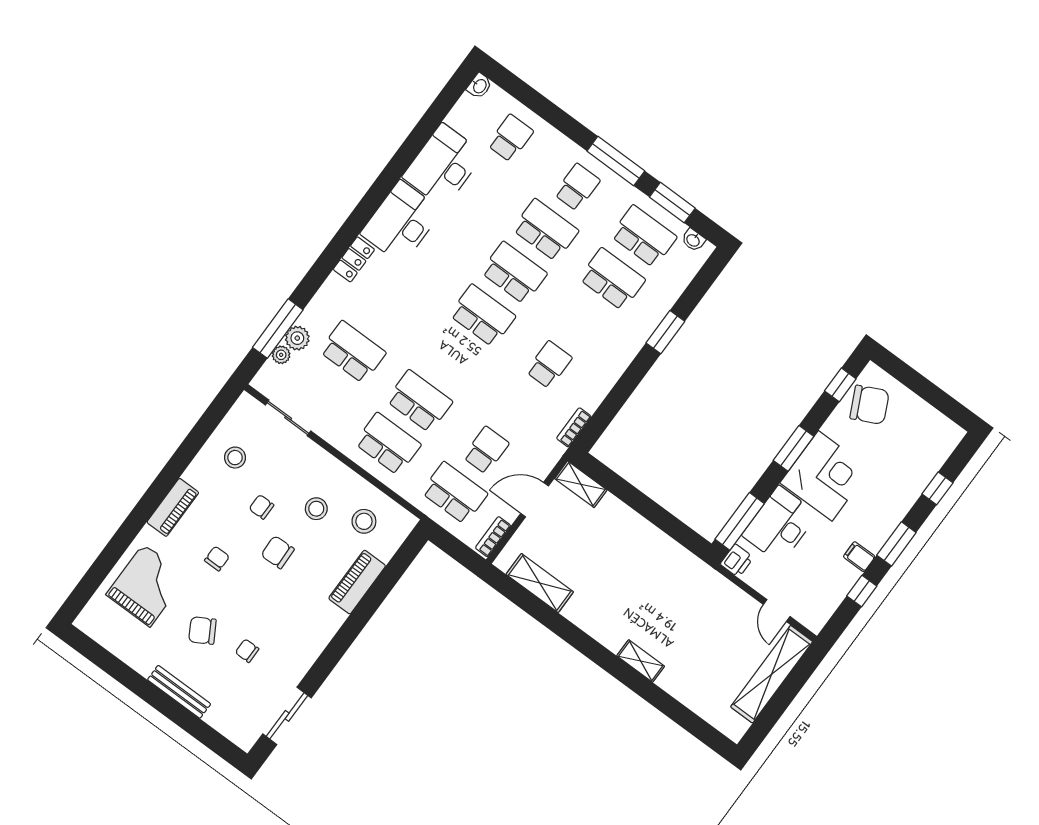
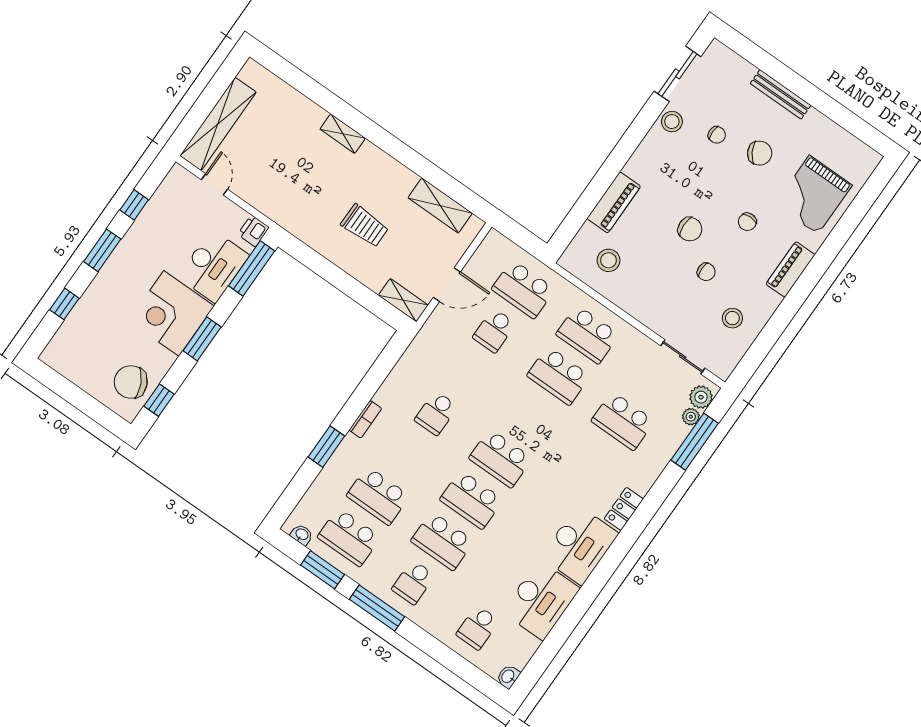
plant: (297, 338) -> (701, 397), moved
bookcase: (574, 427) -> (365, 419), moved
stool: (316, 509) -> (672, 122), moved
bookcase: (493, 537) -> (486, 249), removed
filing cabinet: (859, 557) -> (137, 237), removed
trolley: (620, 564) -> (365, 226), added

